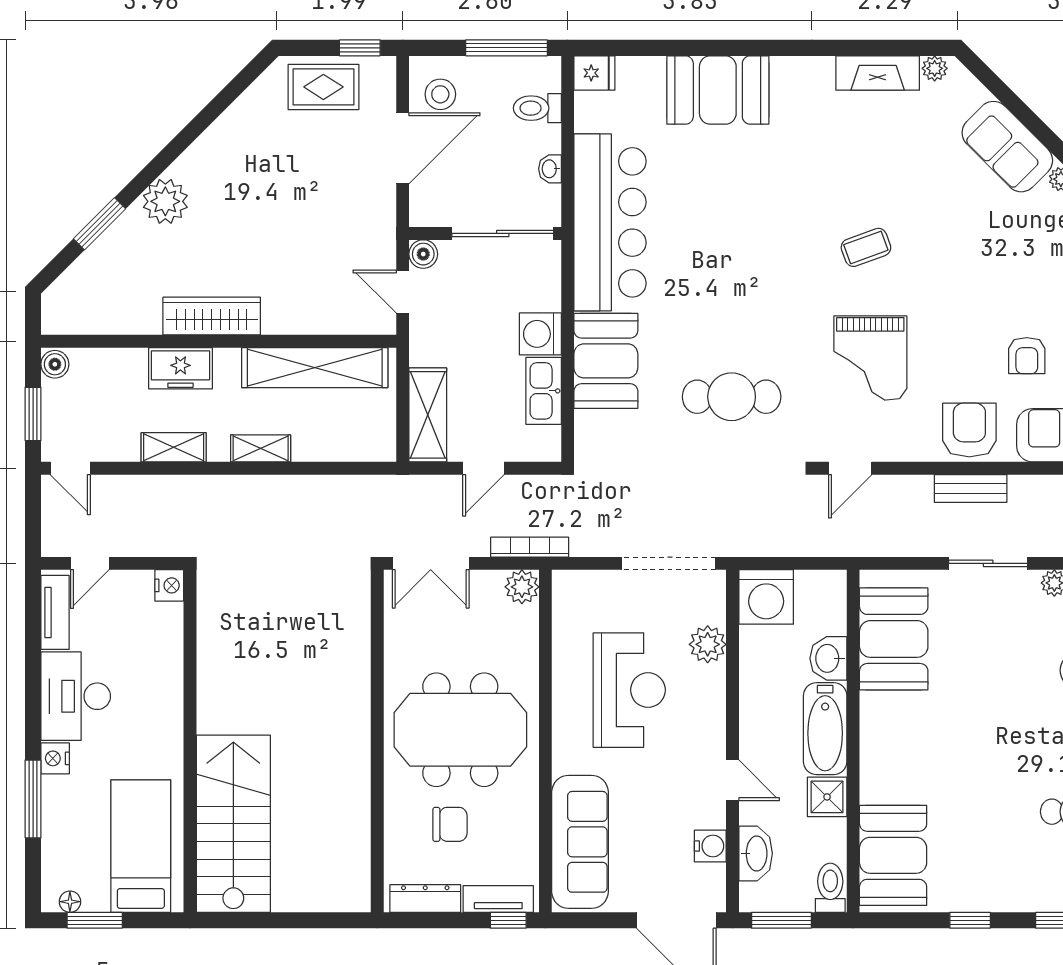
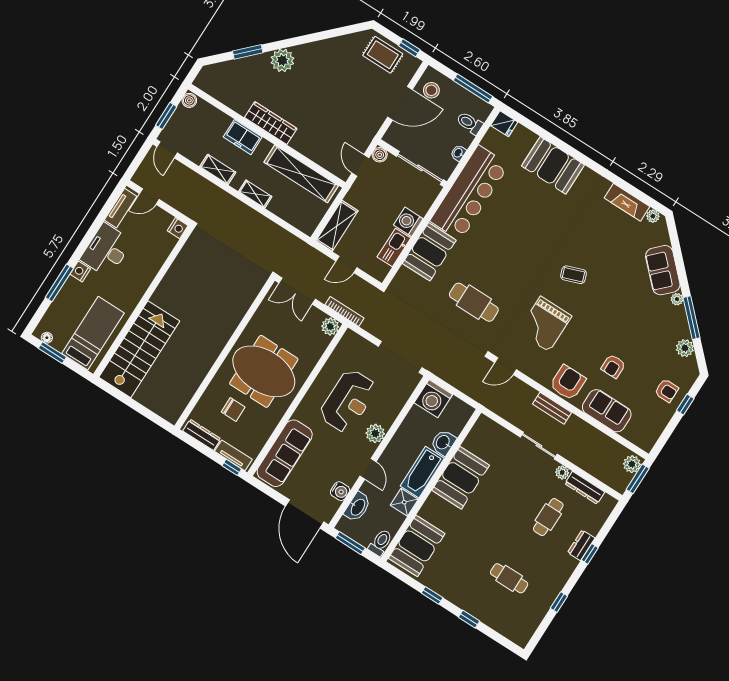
booth: (894, 639) -> (461, 478), moved
plant: (708, 644) -> (375, 433), moved

